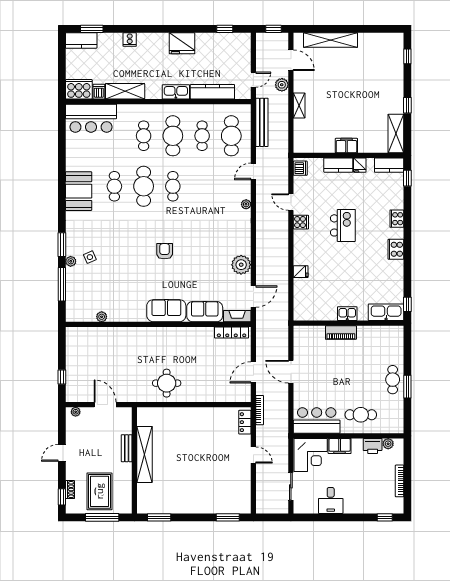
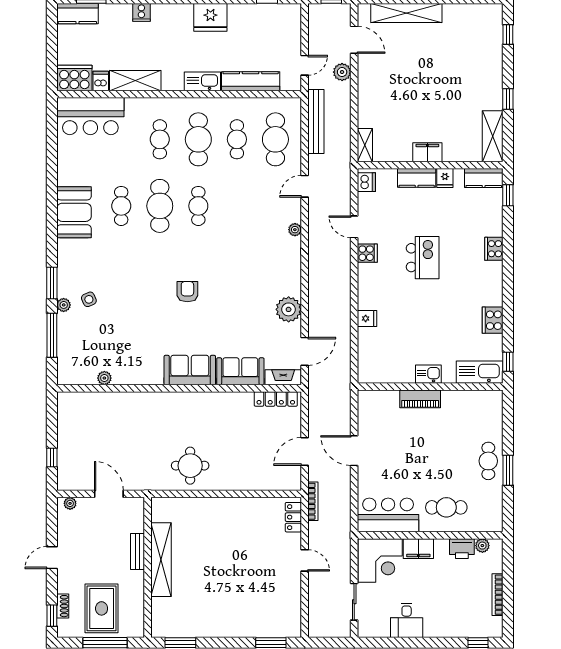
shelving: (299, 105) -> (365, 145), moved
cooker: (396, 249) -> (493, 320), moved

